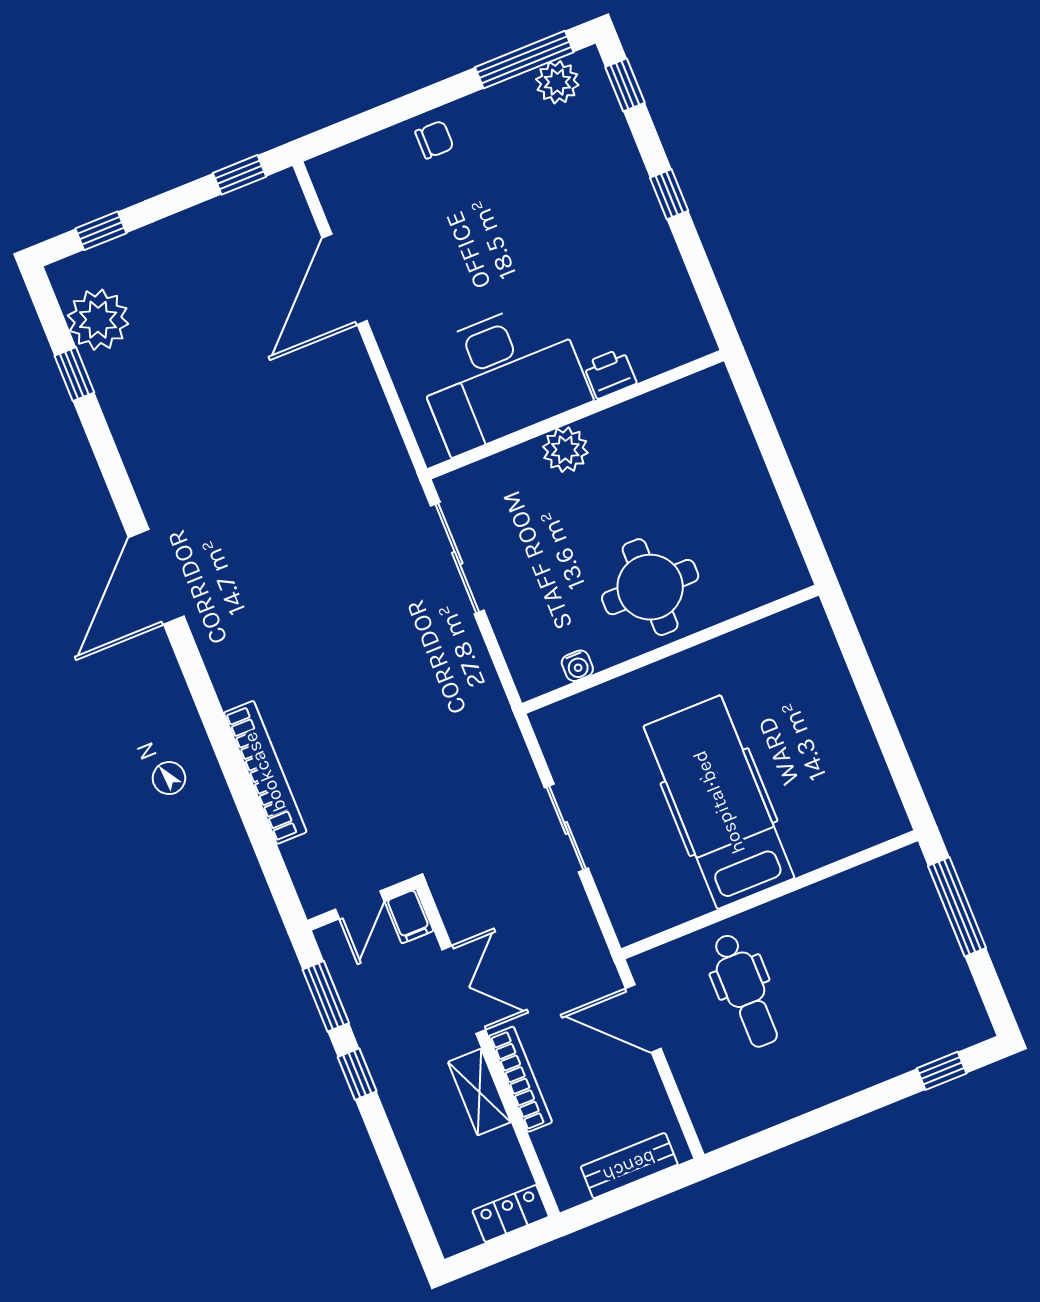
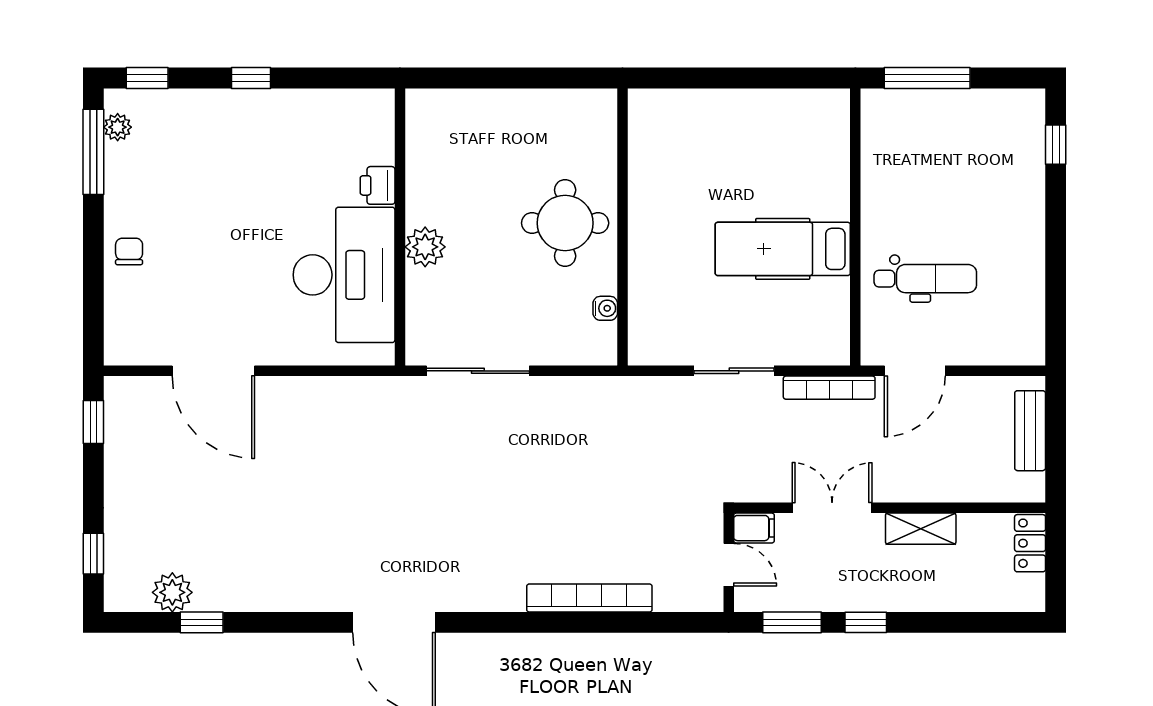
plant: (557, 82) -> (118, 127), width x0.73, depth x0.73
plant: (98, 320) -> (172, 592), width x0.73, depth x0.73
hospital bed: (719, 802) -> (783, 249), width x0.73, depth x0.78
bookcase: (520, 1079) -> (829, 388), moved, turned 180

